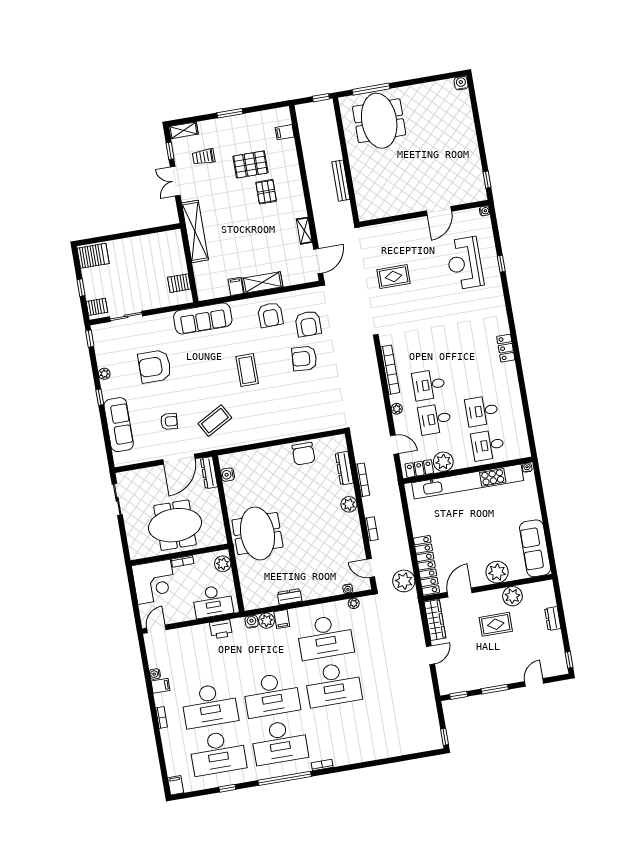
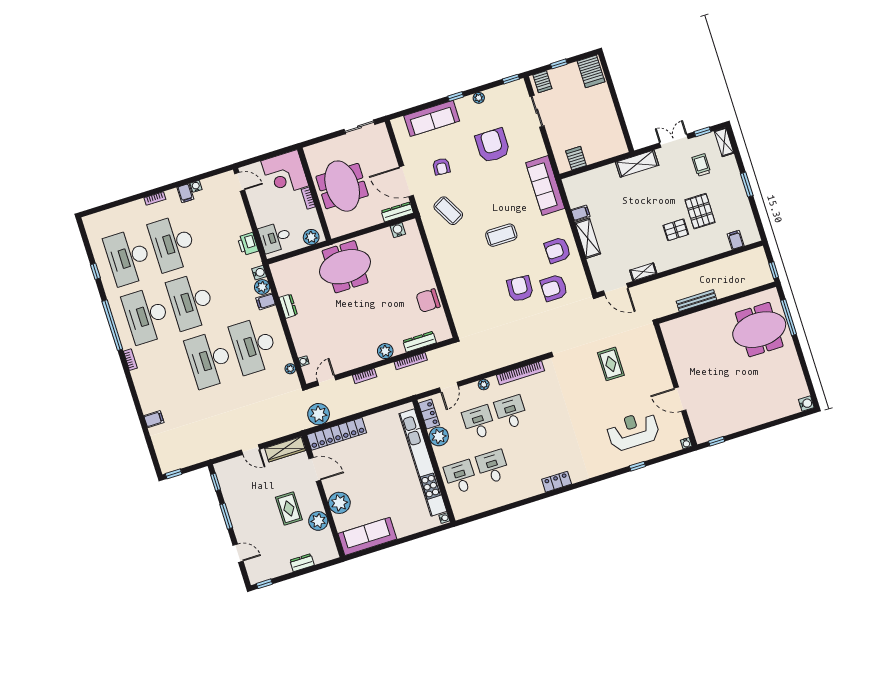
shelving: (195, 231) -> (637, 164), width x0.68
desk: (213, 601) -> (275, 237), width x0.73
filing cabinet: (176, 785) -> (154, 419), moved

